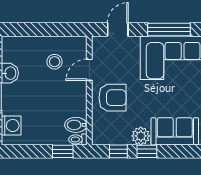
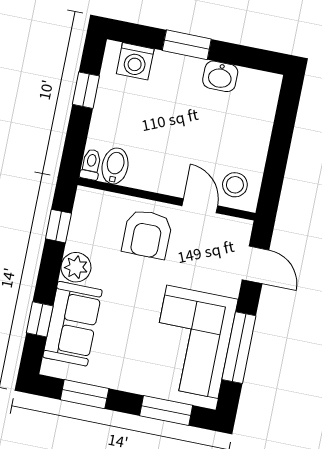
stool: (55, 62) -> (235, 185), moved
window: (63, 151) -> (86, 90), moved
window: (147, 151) -> (40, 319), moved

